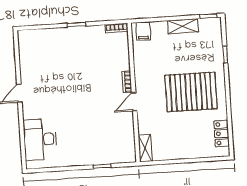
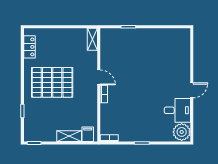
shelving: (183, 26) -> (69, 136), moved
plant: (28, 41) -> (182, 132), added
door: (134, 102) -> (99, 77), hinge flipped
desk: (40, 139) -> (177, 110), moved, width x0.73

